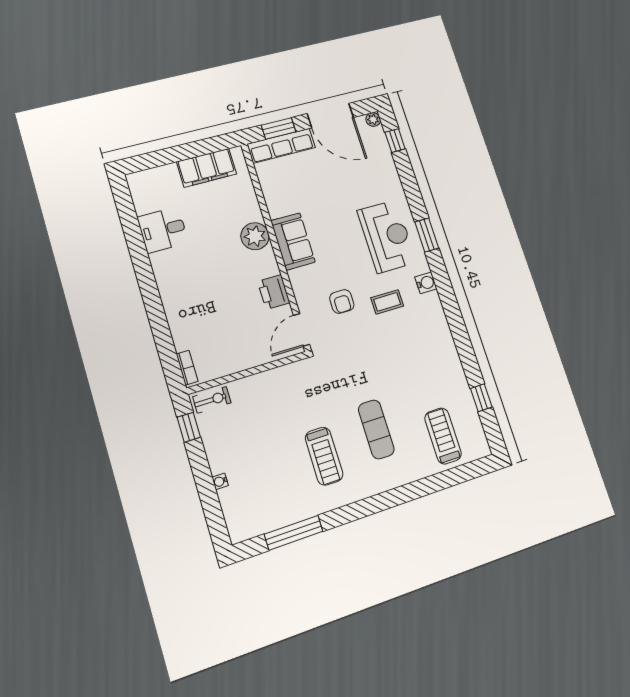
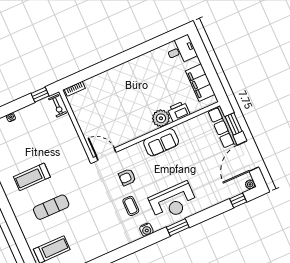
desk: (163, 230) -> (181, 50), moved, turned 90
printer: (274, 292) -> (179, 111), moved

